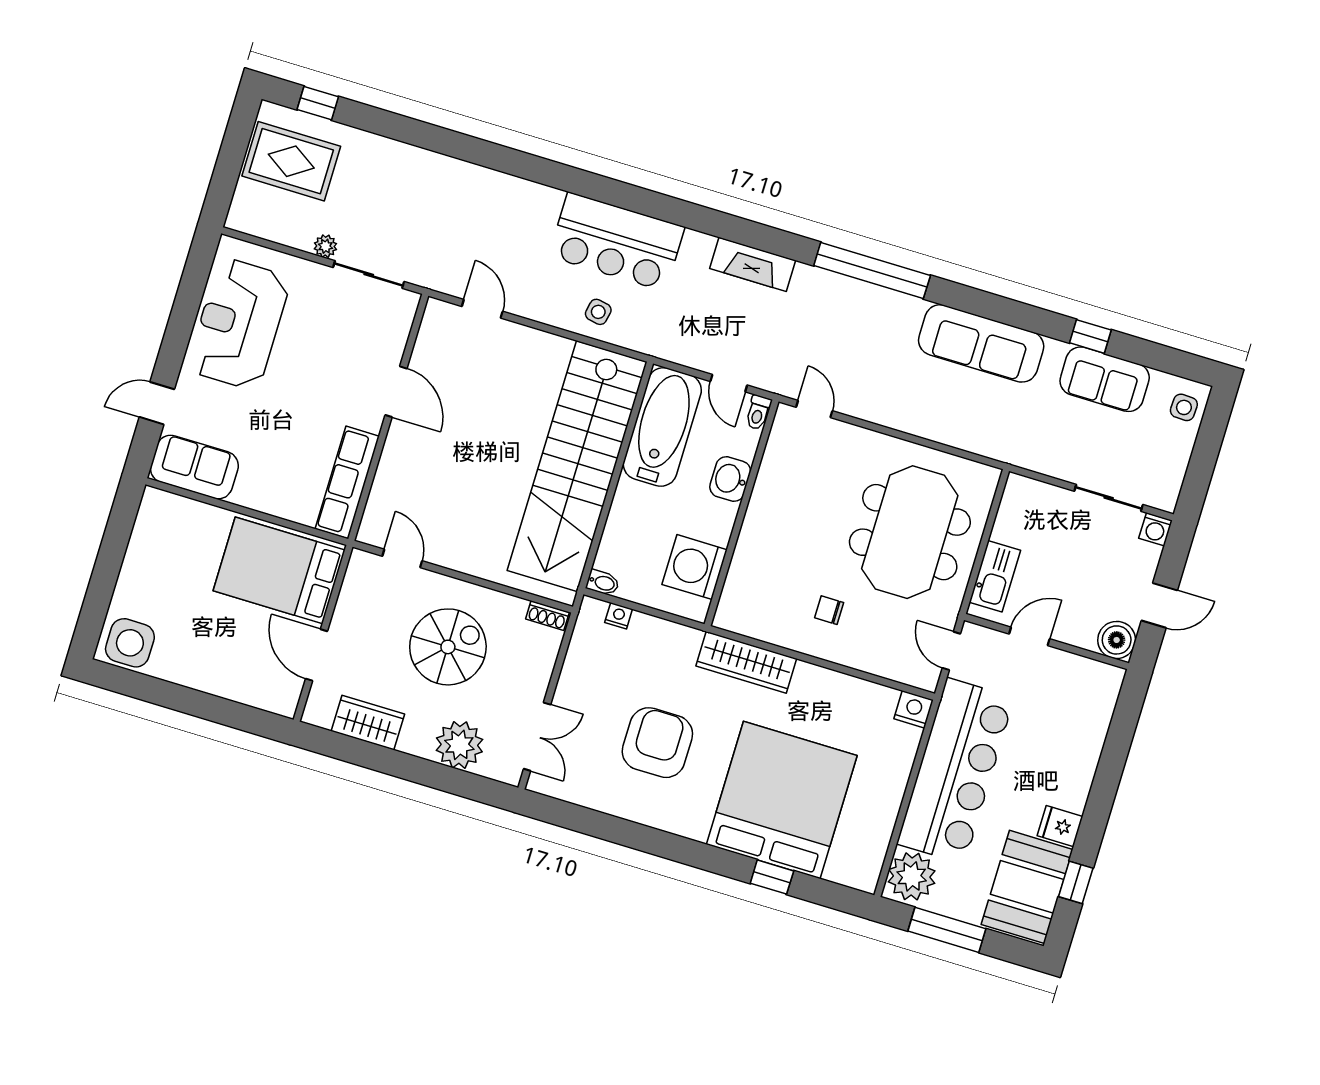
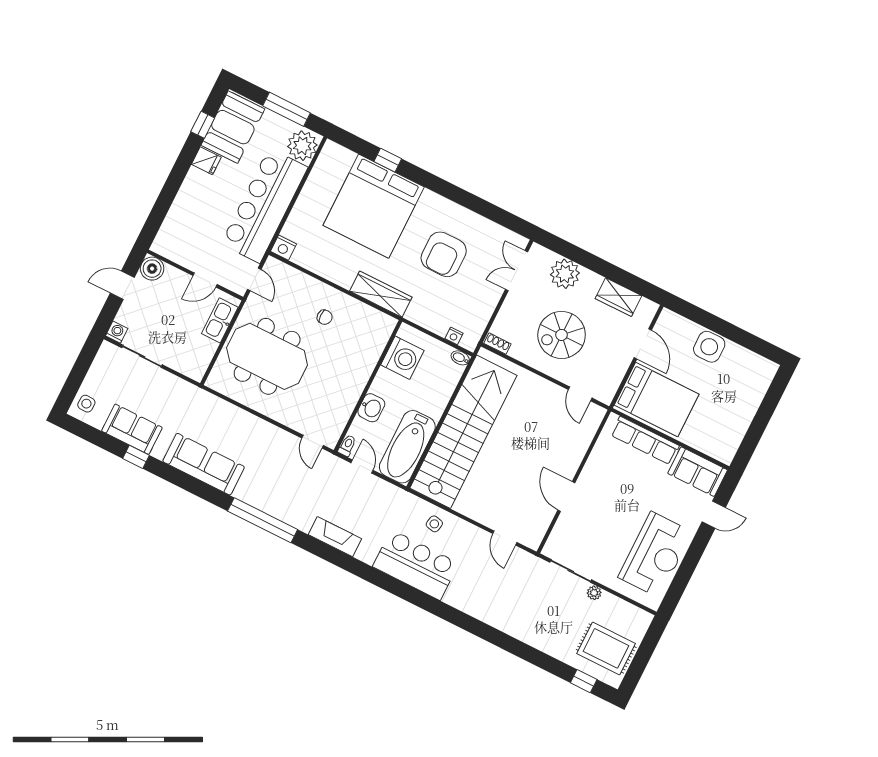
row of seats: (347, 482) -> (645, 440), moved, turned 90
meeting table: (910, 532) -> (267, 356), turned 90
side table: (130, 643) -> (709, 347), moved

